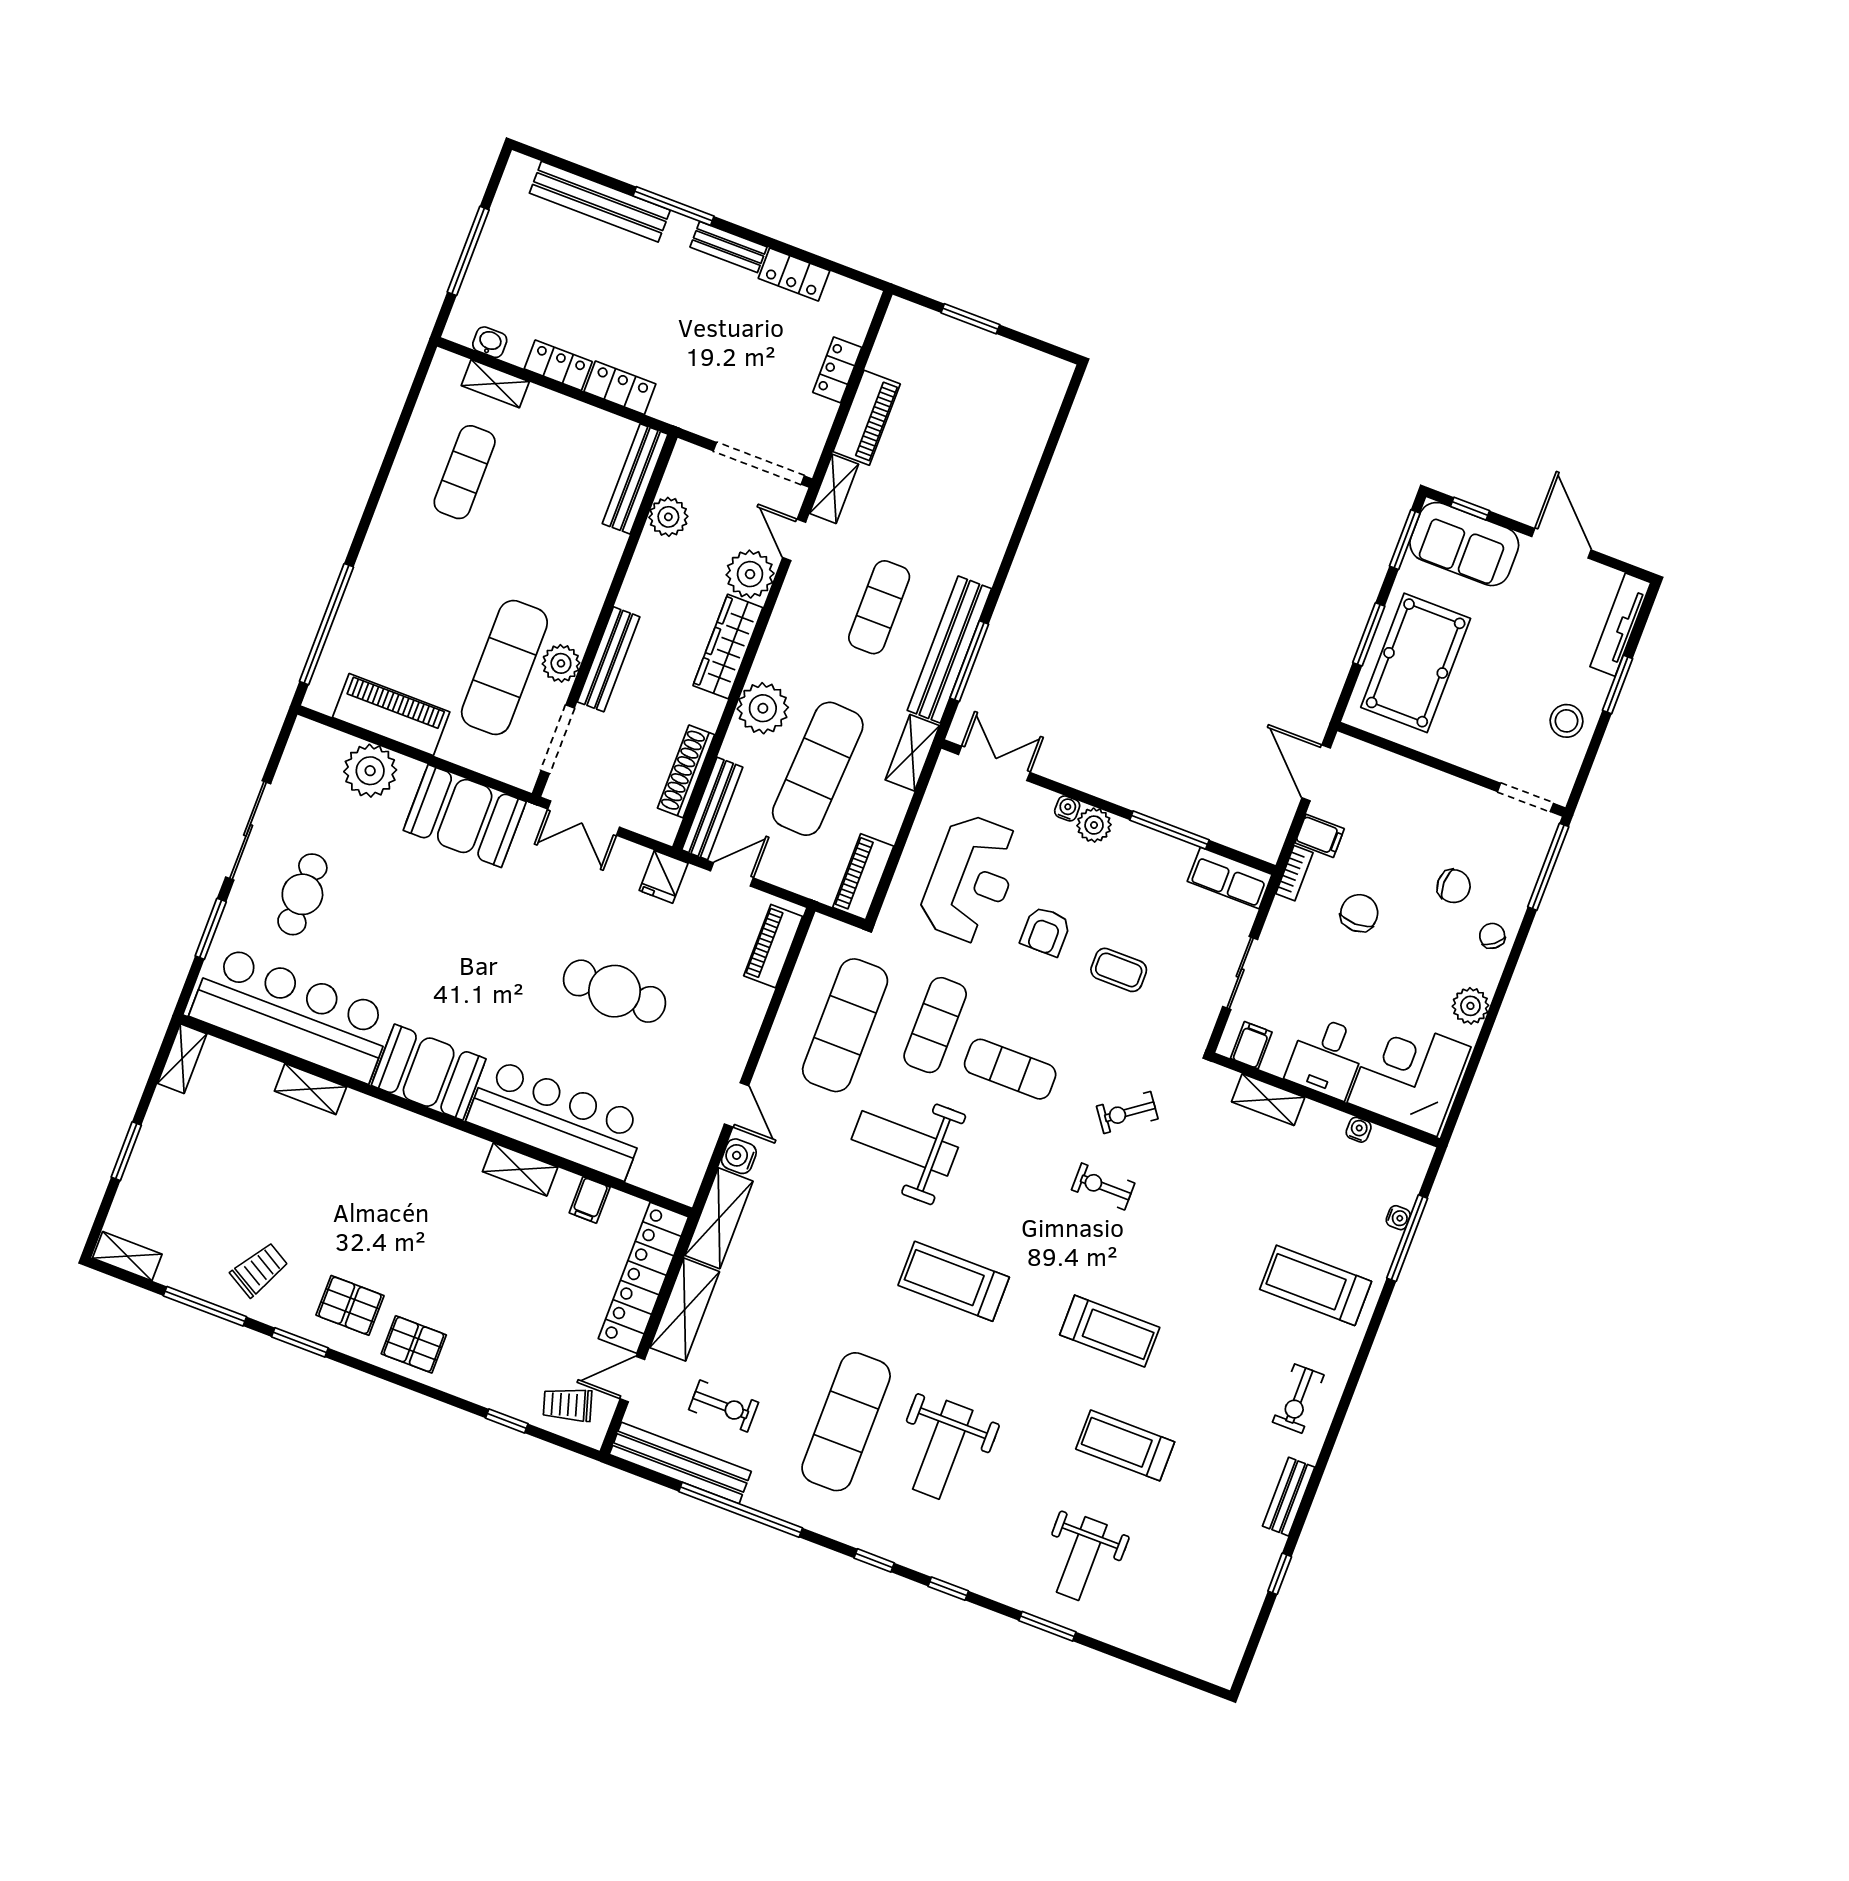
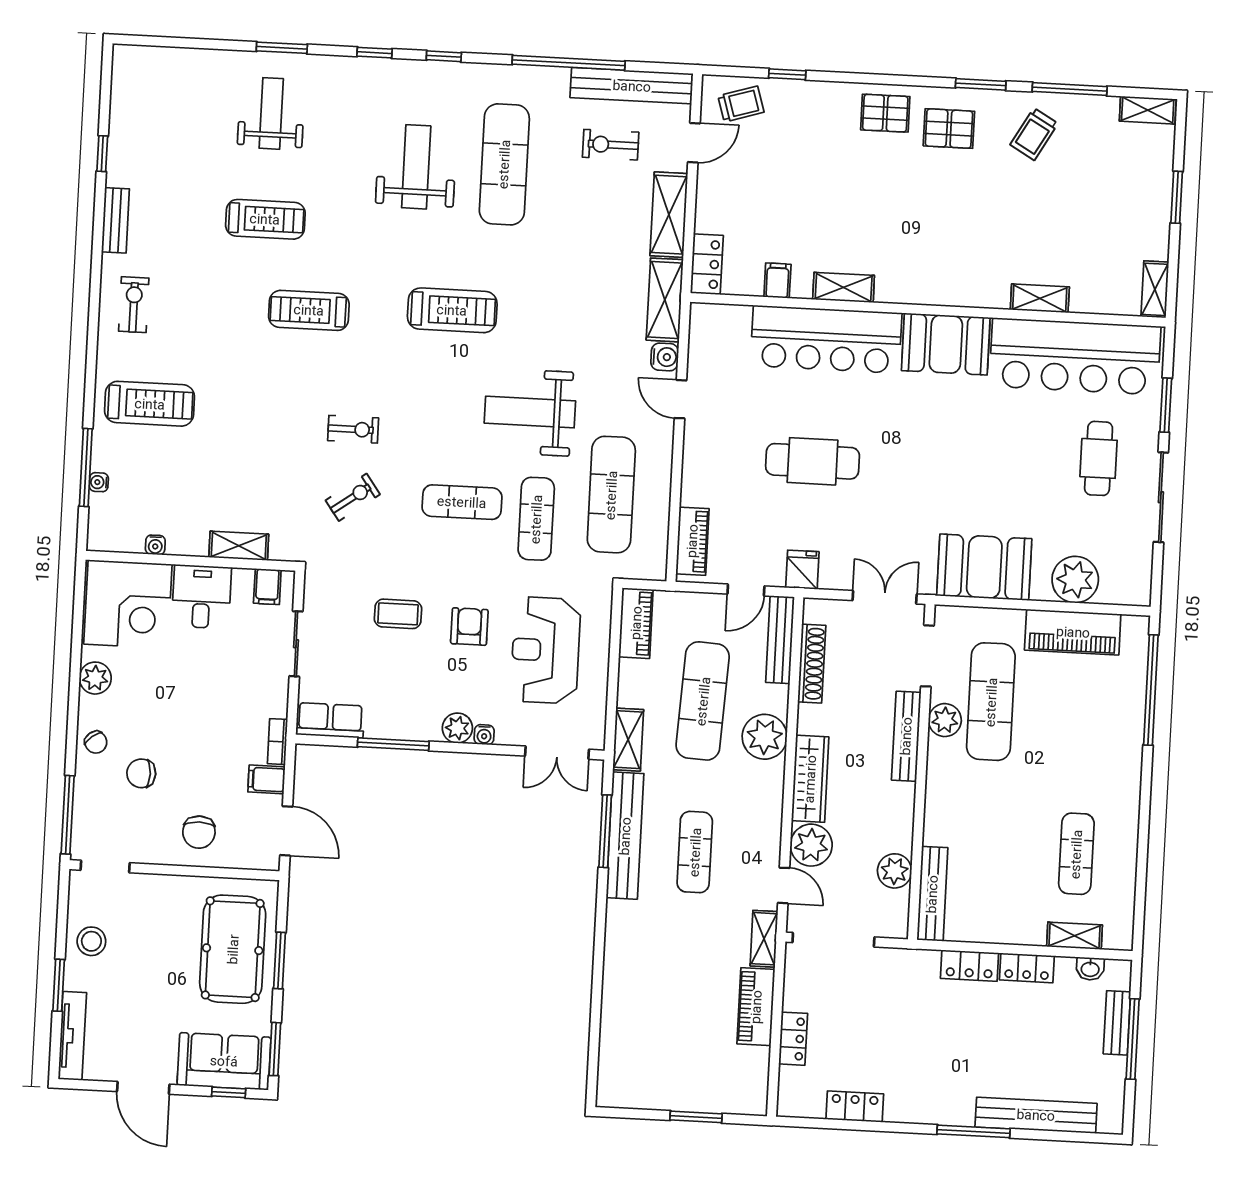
bench: (729, 247) -> (1117, 1023), moved, turned 90
chair: (1359, 913) -> (199, 832), moved
weight bench: (905, 1143) -> (530, 412), turned 180
locker: (643, 1278) -> (707, 264), width x0.46, depth x0.83

